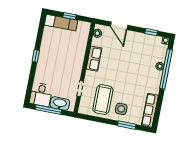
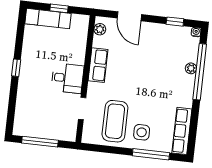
desk: (41, 95) -> (67, 78), moved, turned -90
washbasin: (60, 104) -> (55, 132), removed
window: (127, 125) -> (151, 154), width x1.44

